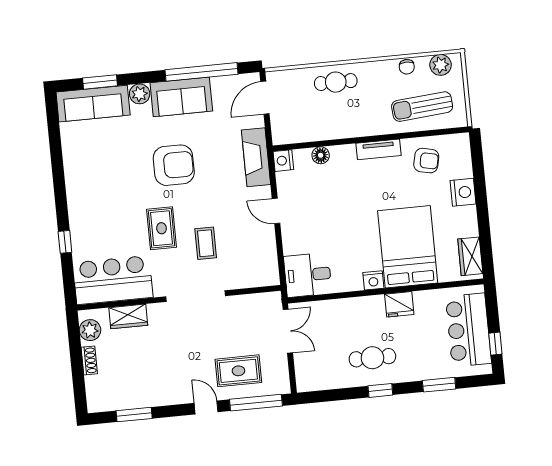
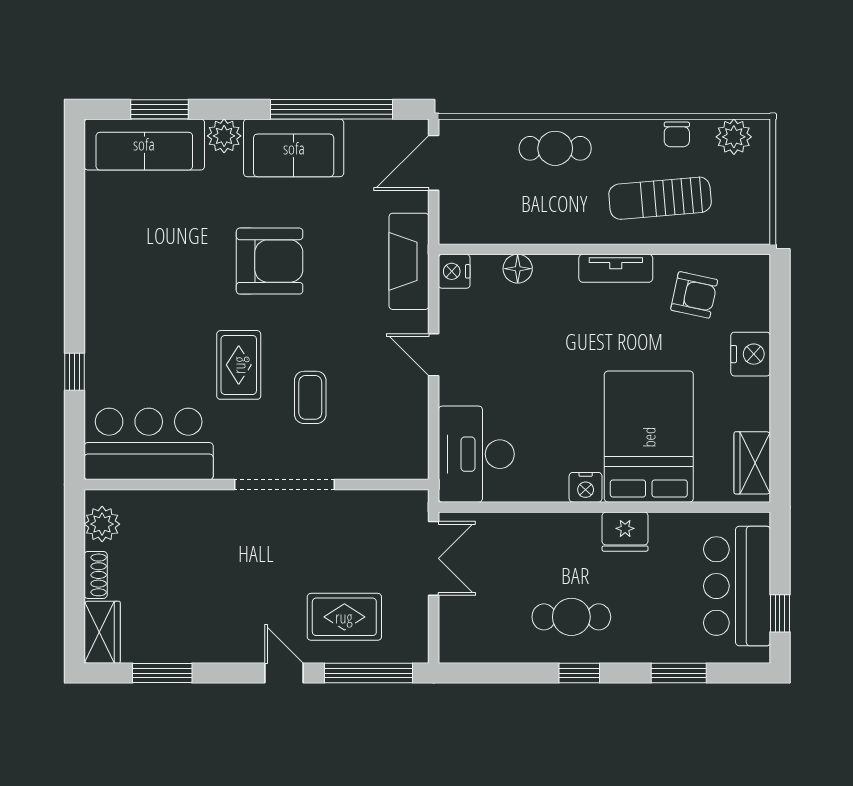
sun lounger: (422, 107) -> (660, 198), moved
desk: (308, 275) -> (476, 454), width x1.37
wardrobe: (128, 316) -> (102, 632), moved, turned -90

